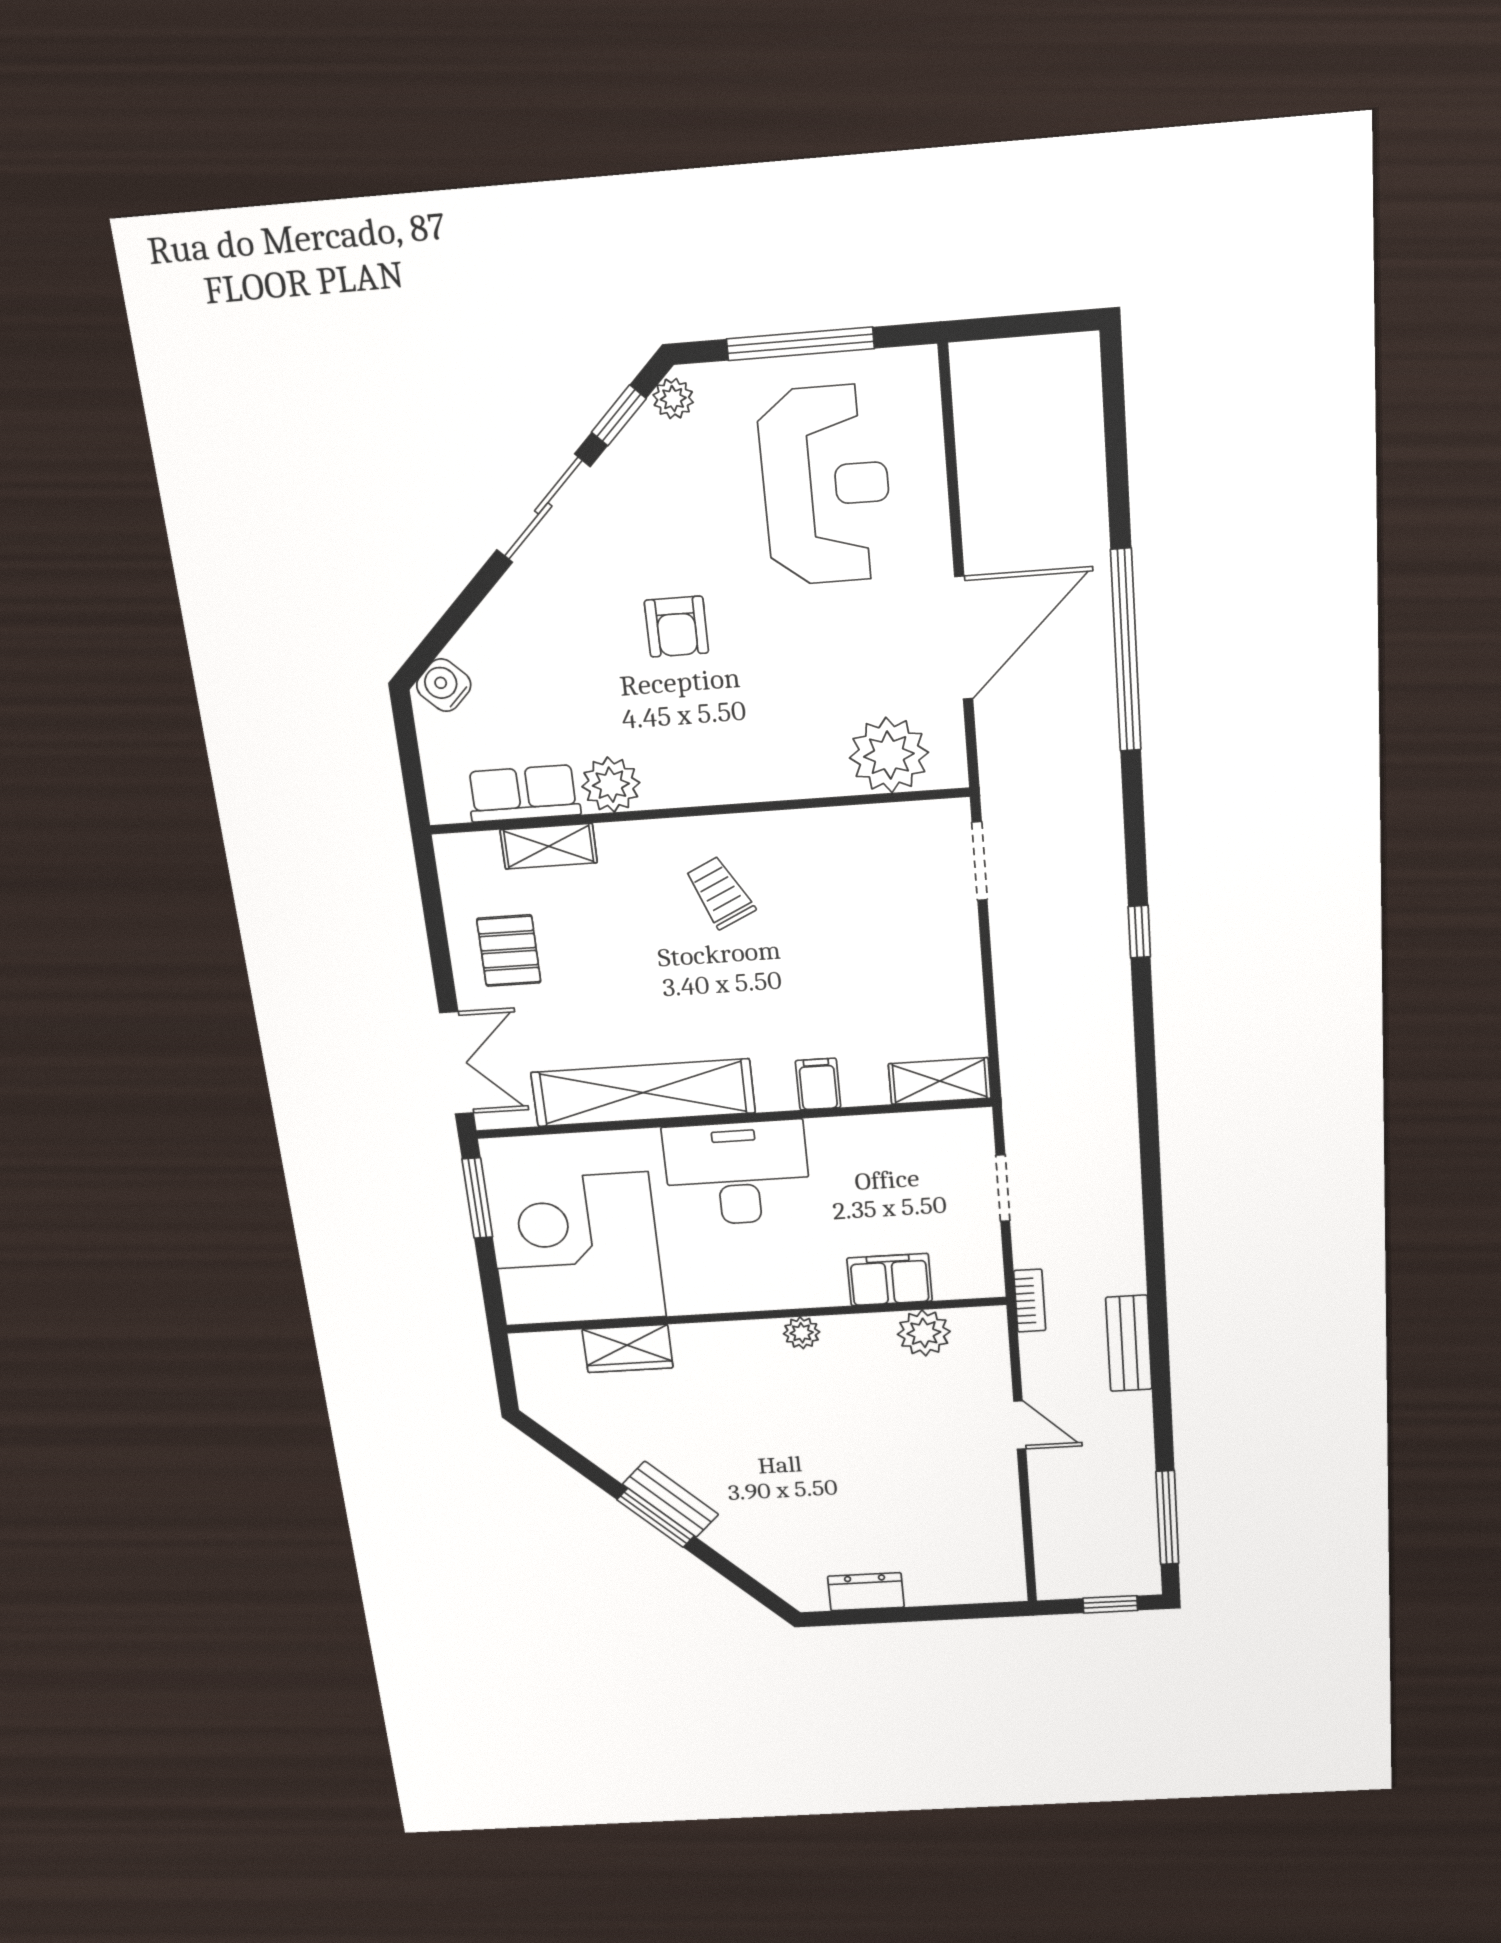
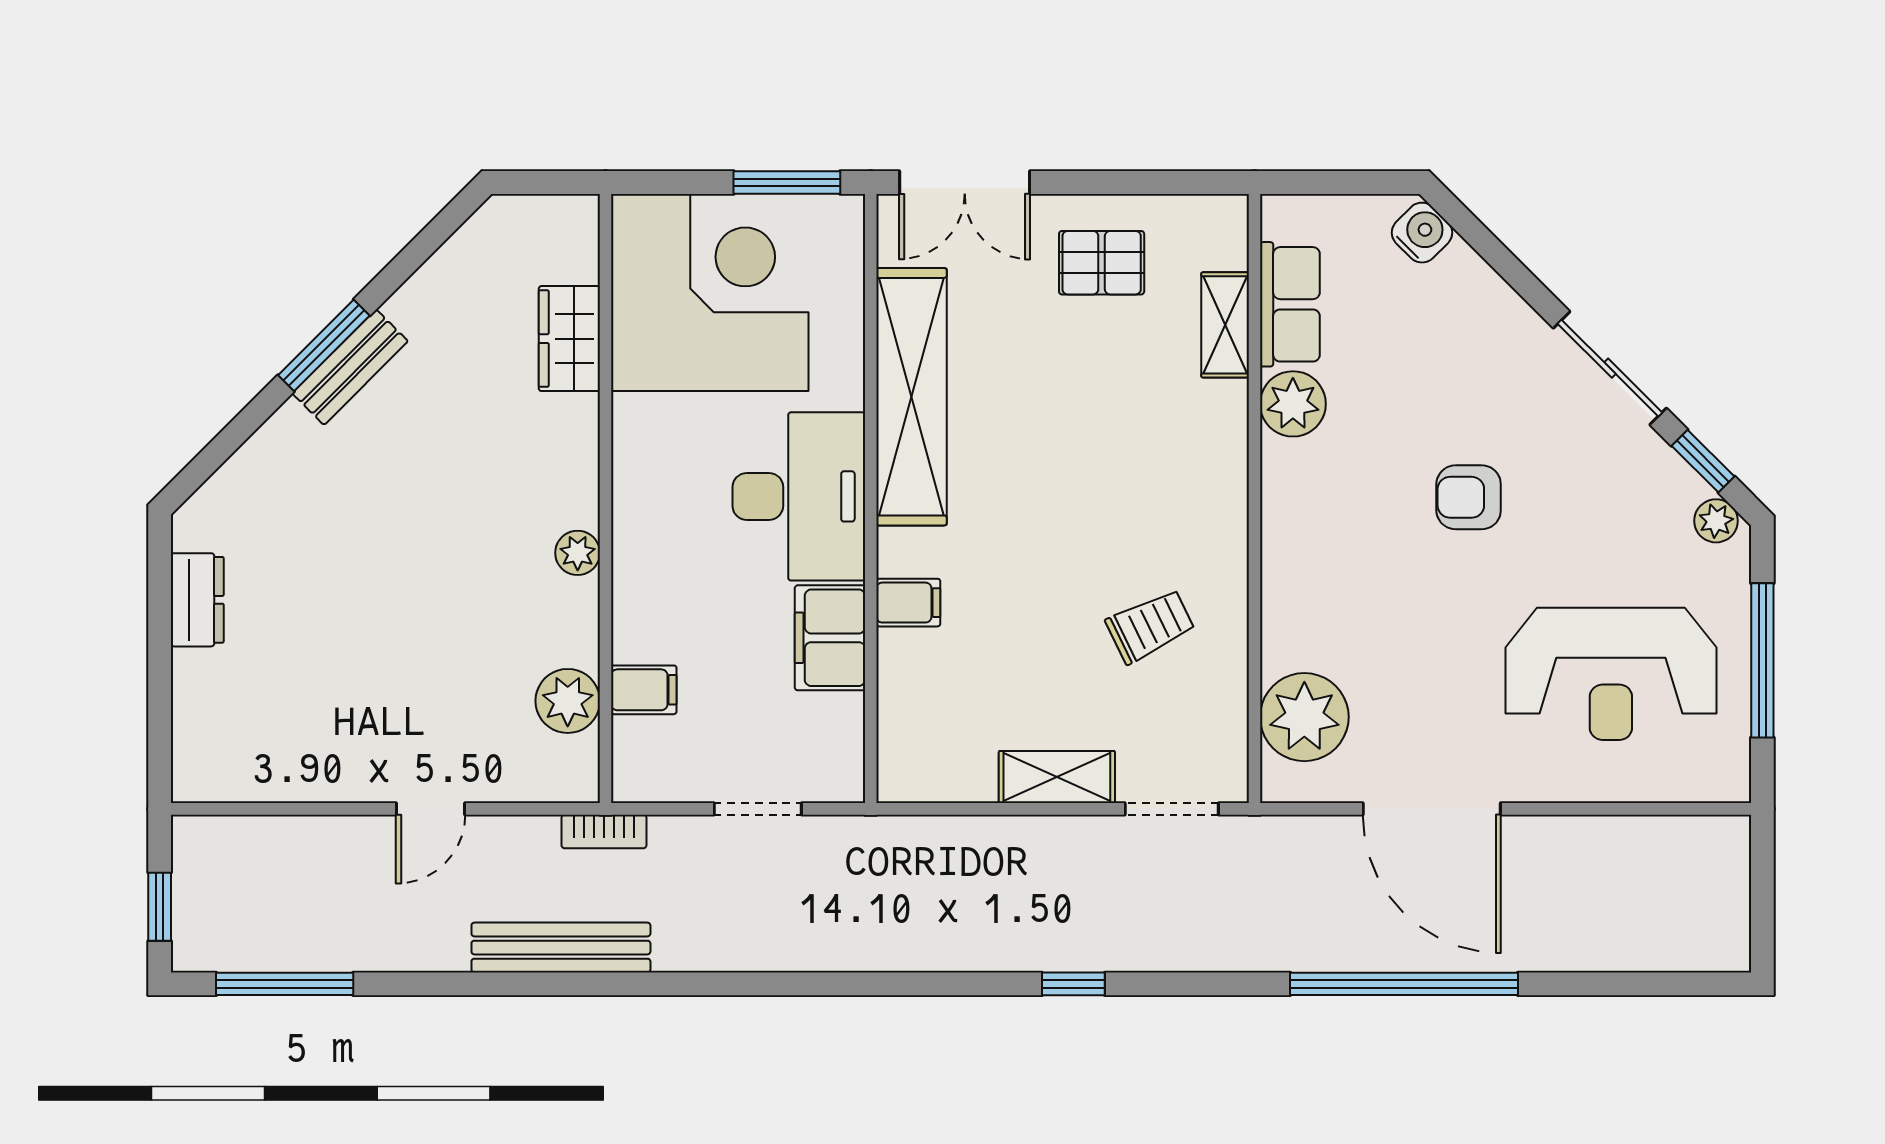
trolley: (720, 893) -> (1150, 626), moved
shelving: (940, 1081) -> (1057, 777), moved, turned 90
filing cabinet: (854, 1142) -> (830, 638), added
filing cabinet: (890, 1280) -> (644, 690), width x0.50
bench: (1129, 1343) -> (561, 948), width x1.36

